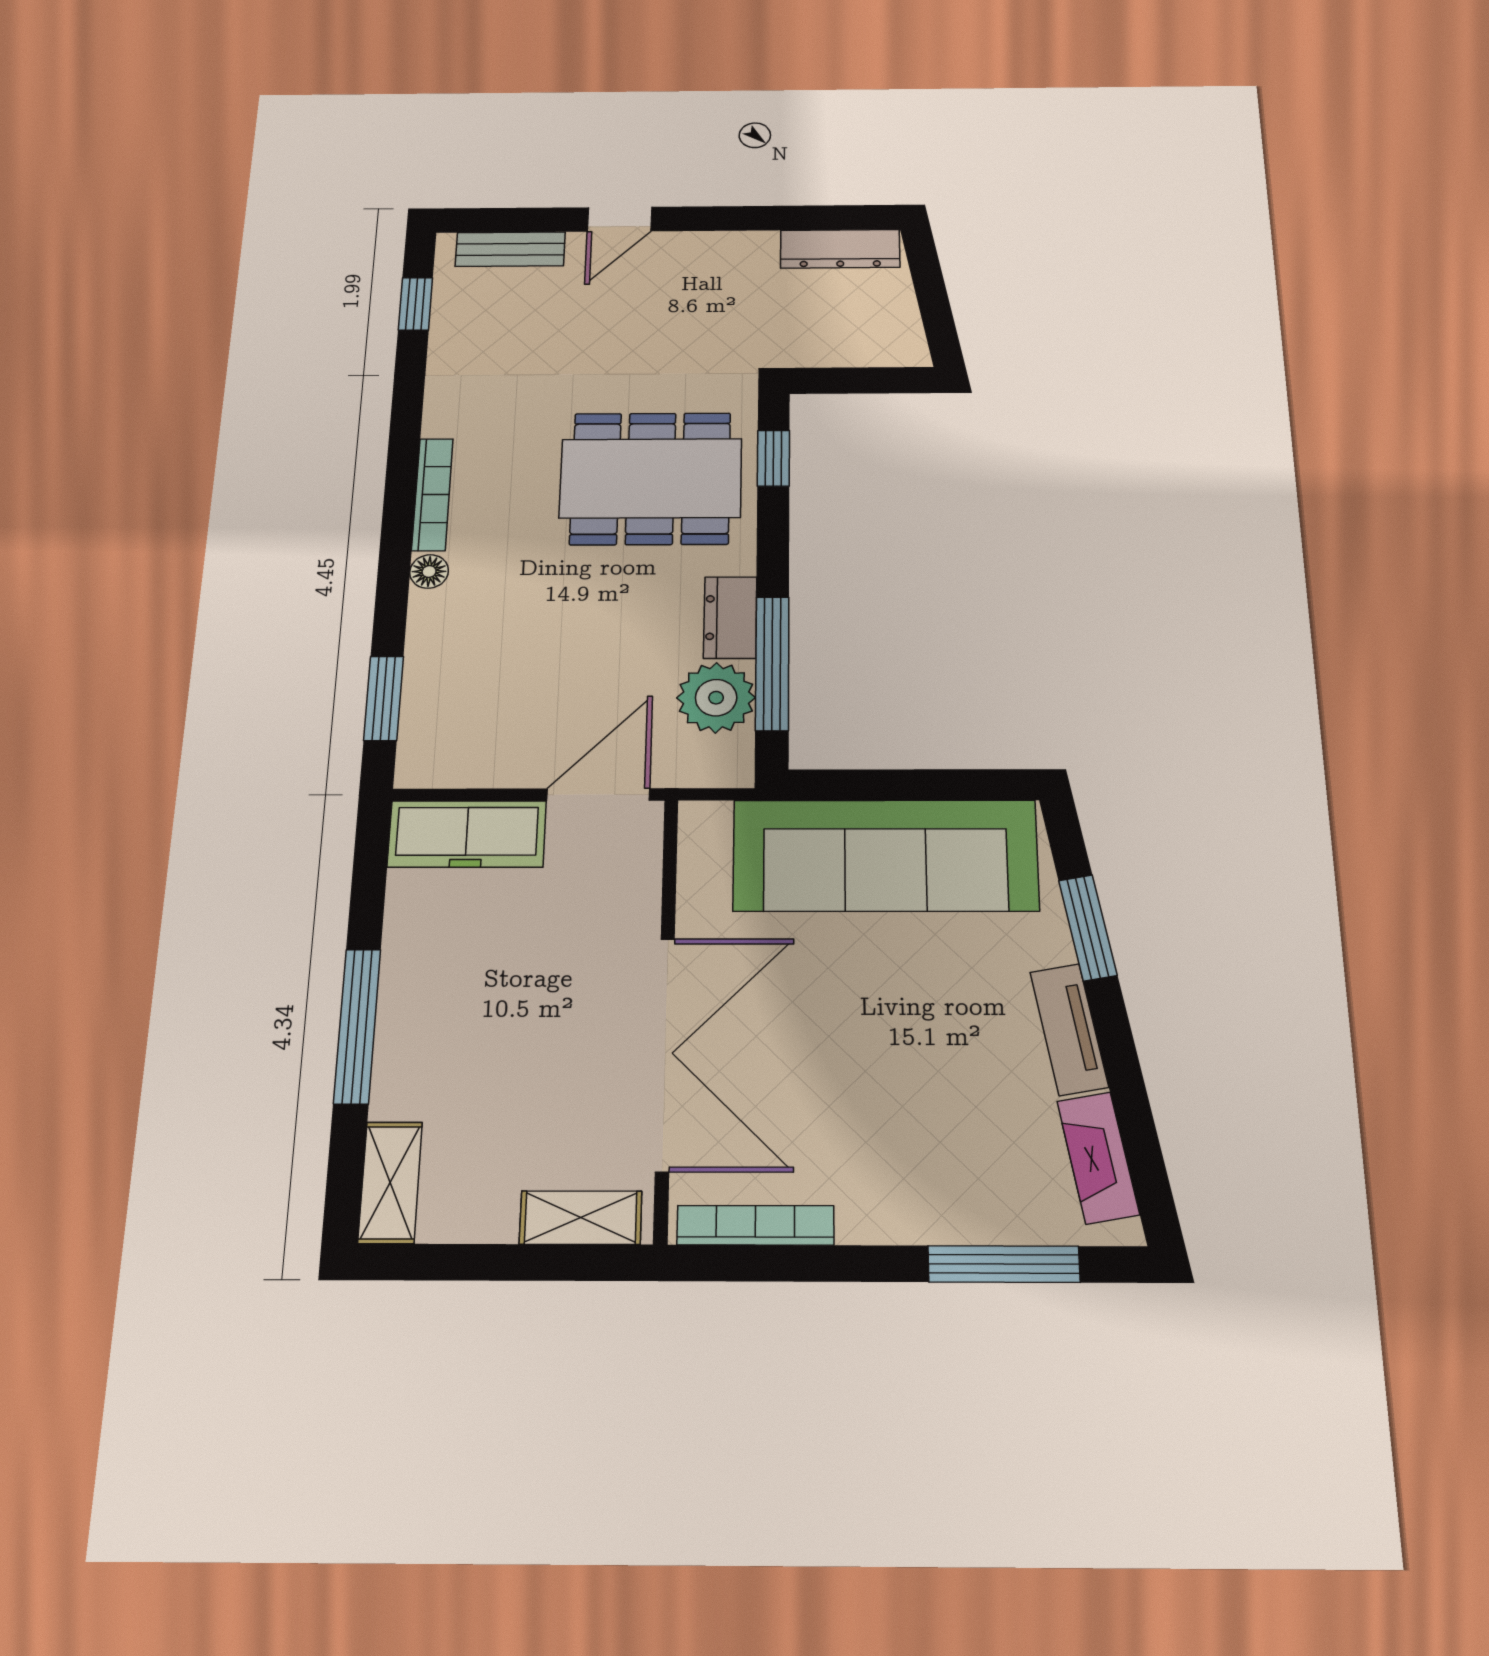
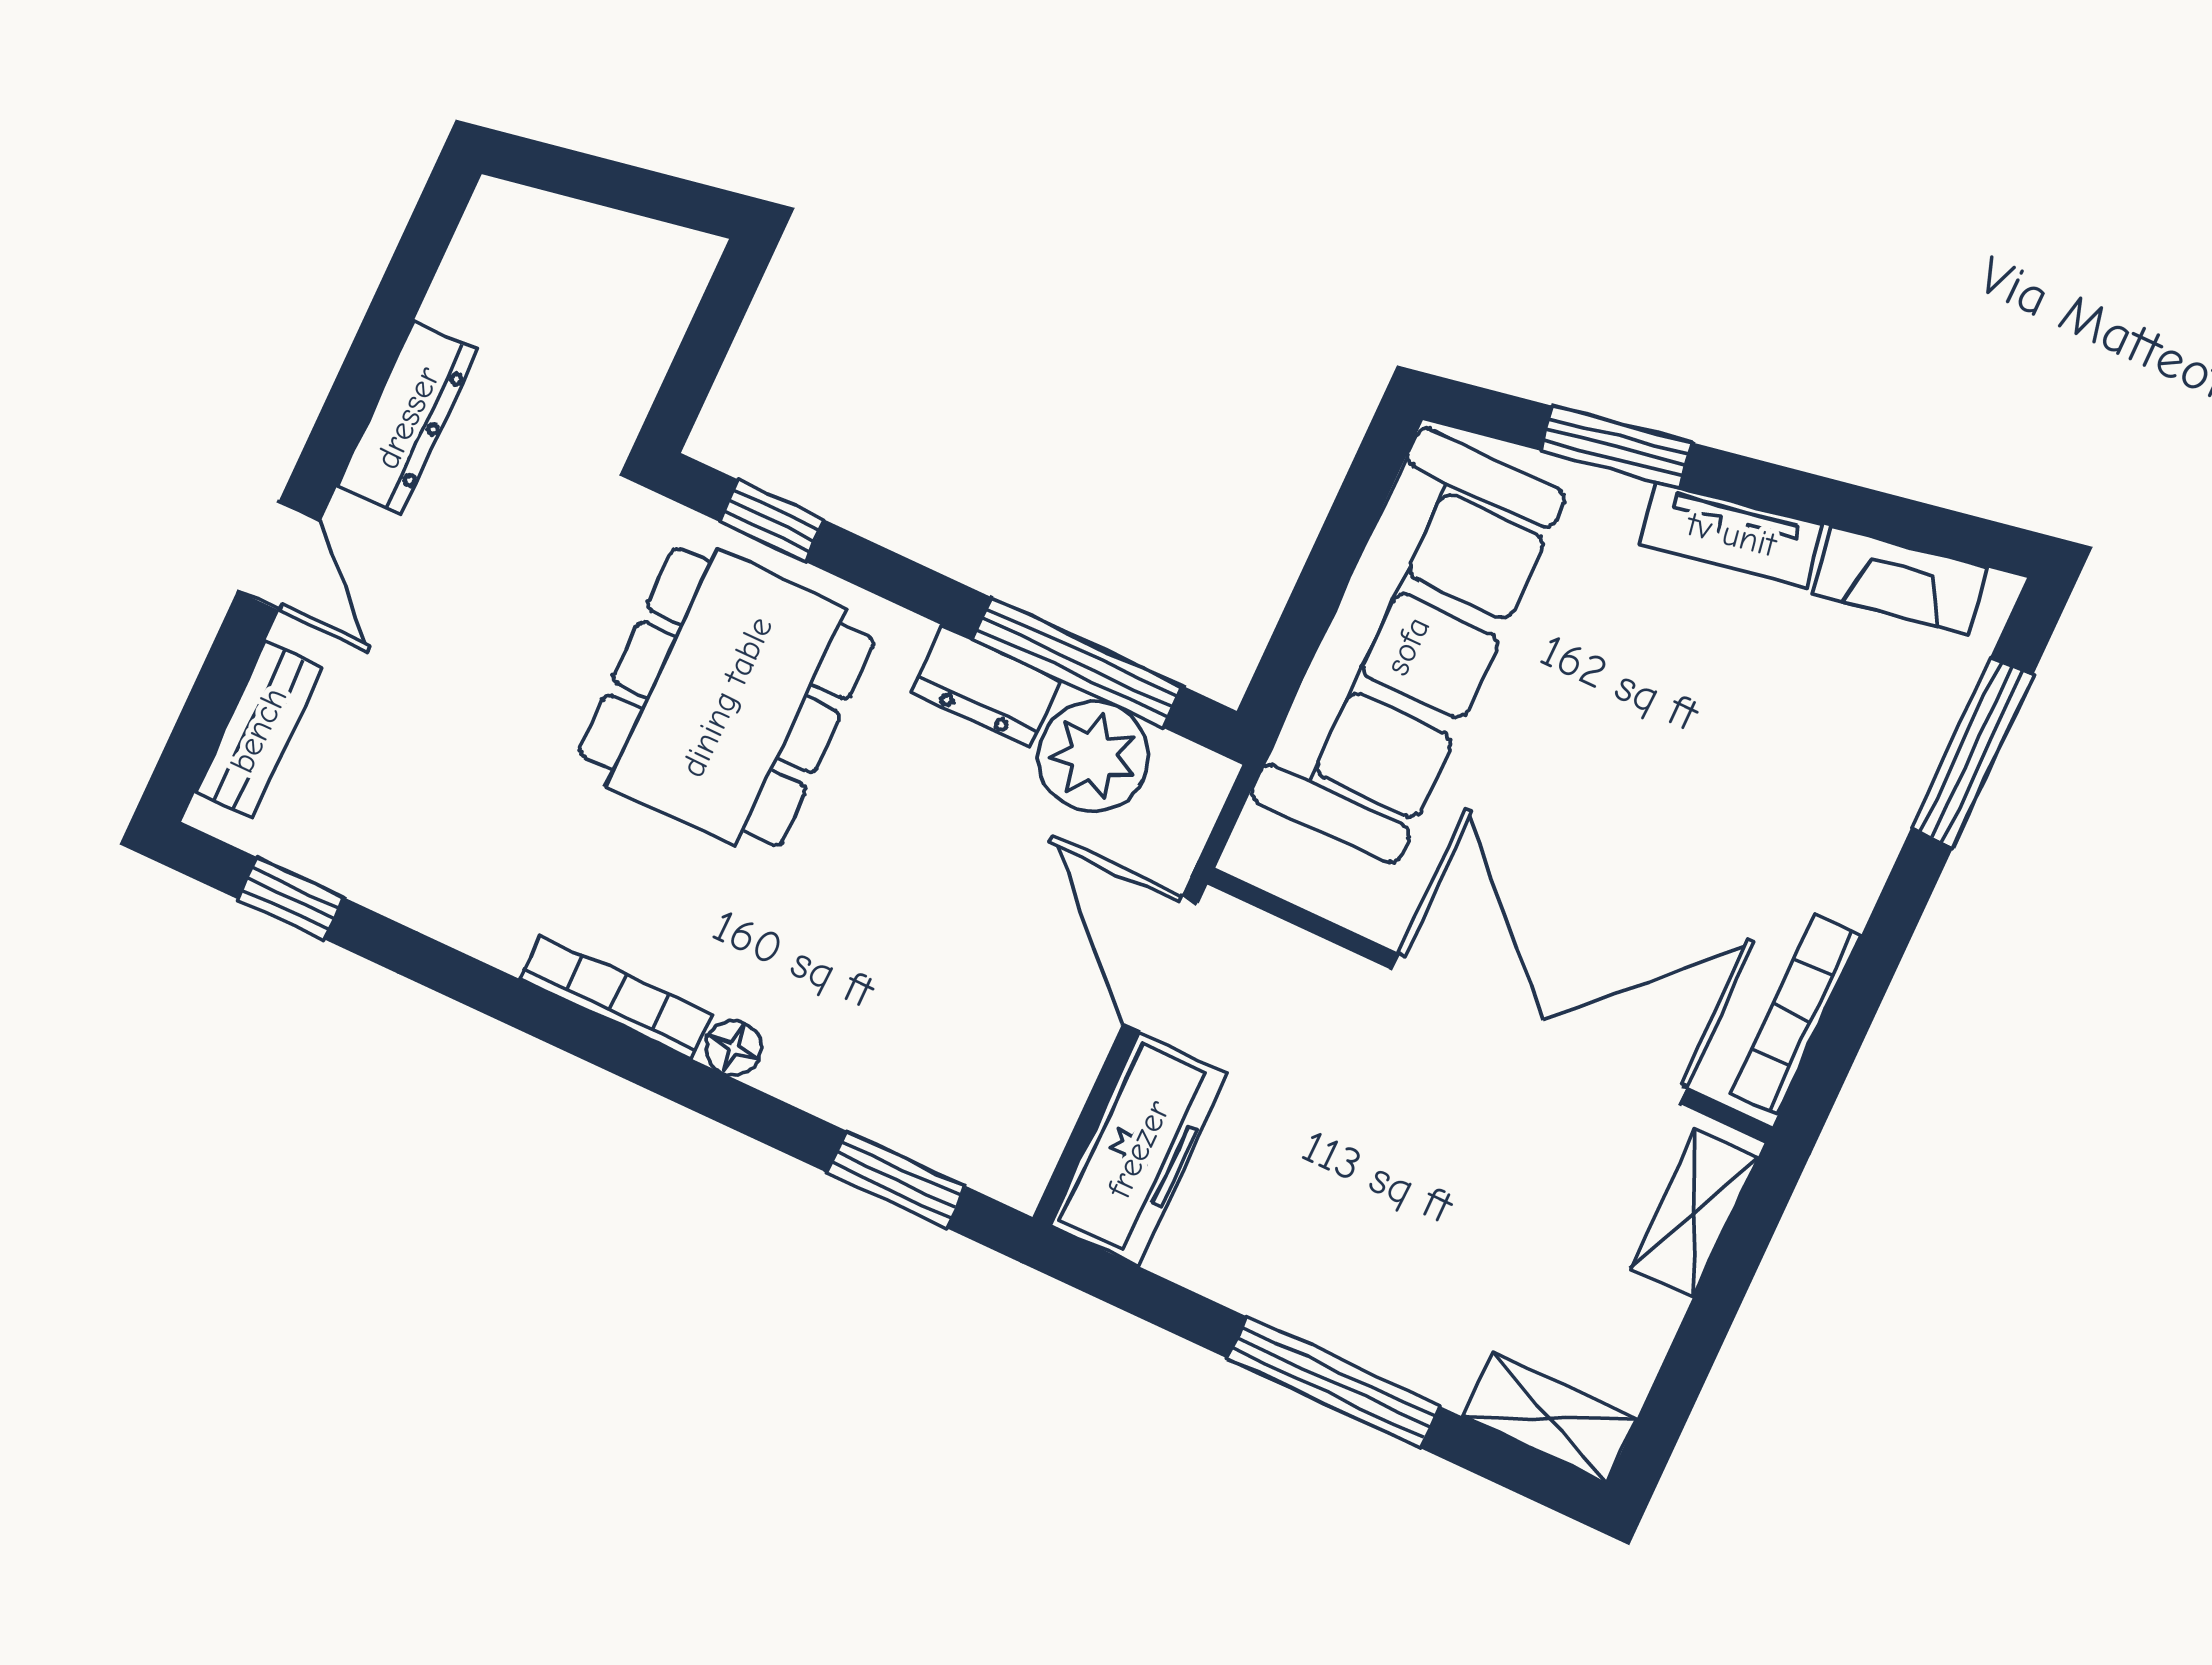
dresser: (840, 249) -> (408, 418), moved

